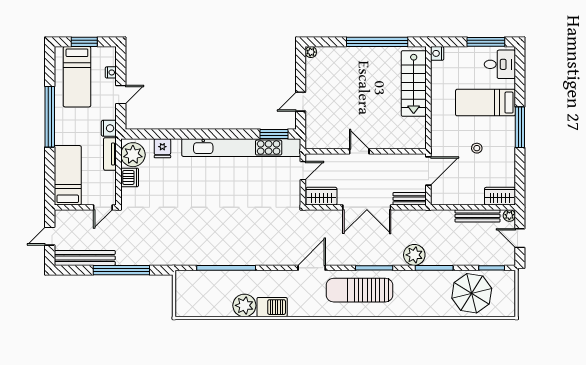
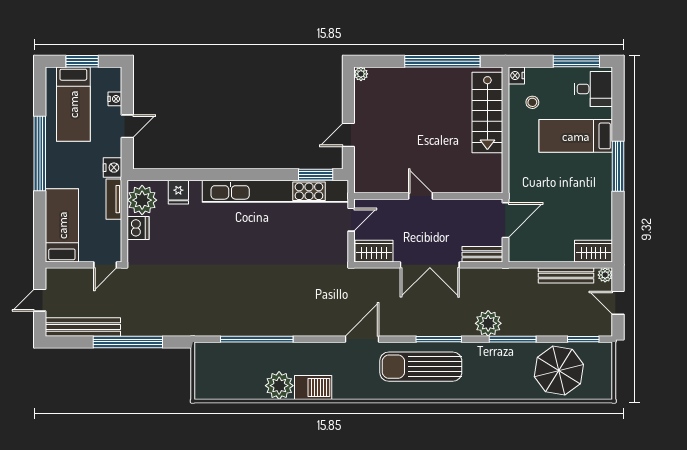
stool: (477, 148) -> (532, 102), moved

